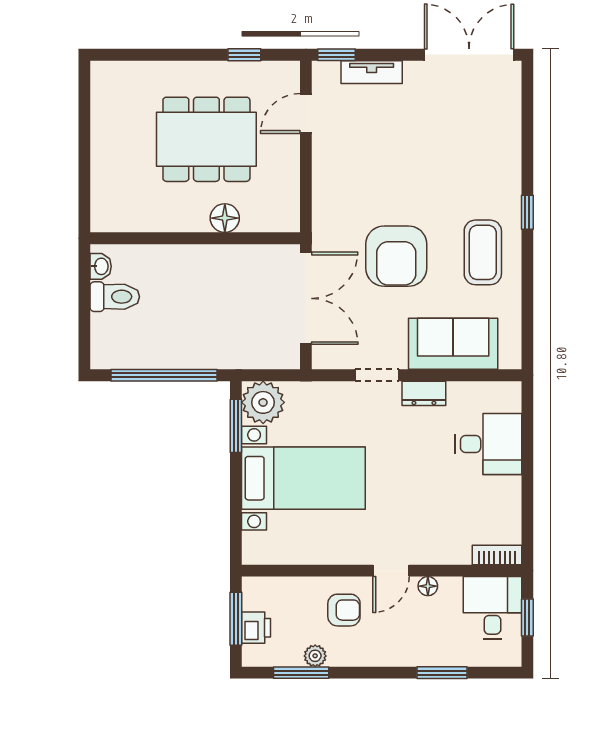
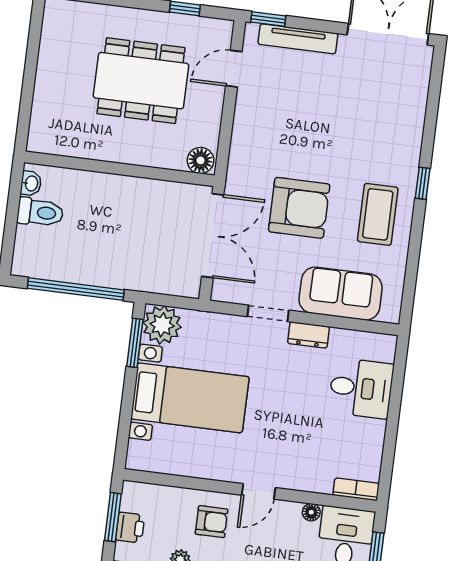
tv unit: (372, 72) -> (298, 39), width x1.41
floor lamp: (225, 218) -> (200, 160), moved
armchair: (396, 256) -> (299, 208), turned -90
floor lamp: (428, 586) -> (311, 512), moved

